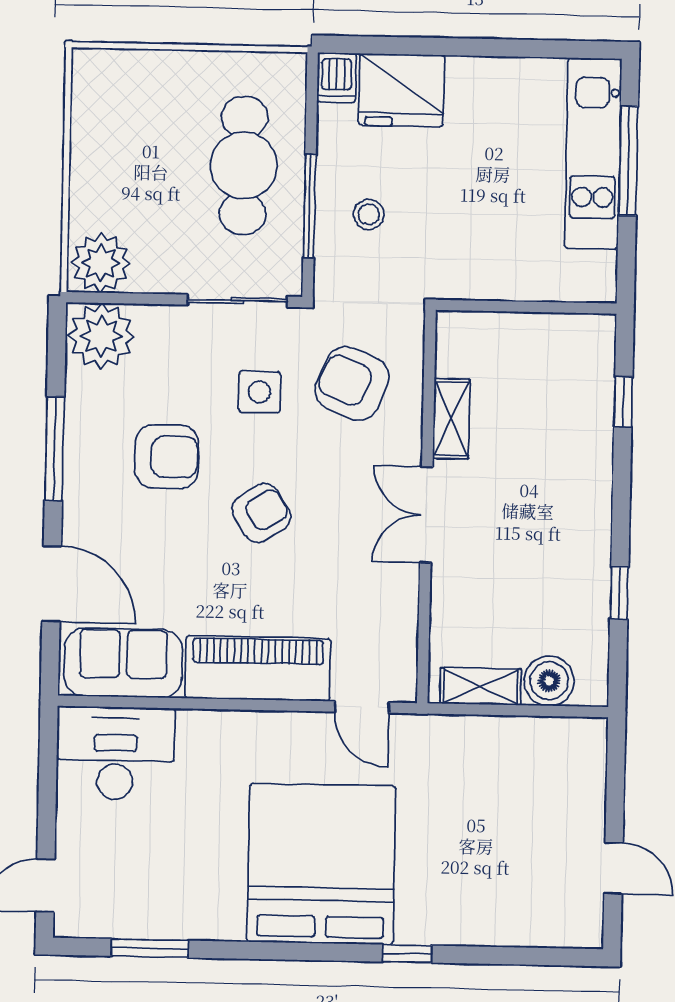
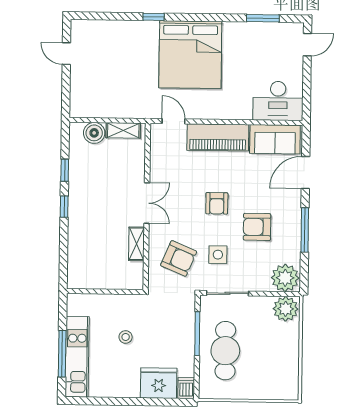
stool: (369, 214) -> (126, 337), moved
window: (623, 402) -> (64, 207), moved
armchair: (261, 513) -> (217, 203), turned -57
door: (52, 584) -> (306, 172), hinge flipped

